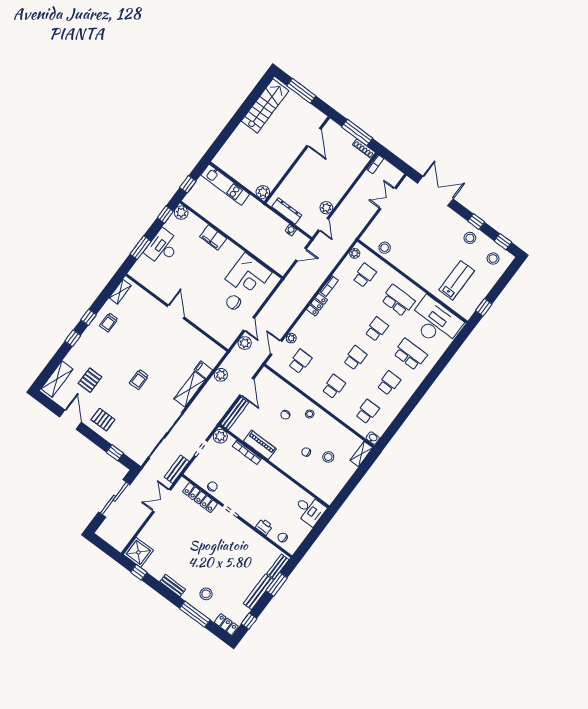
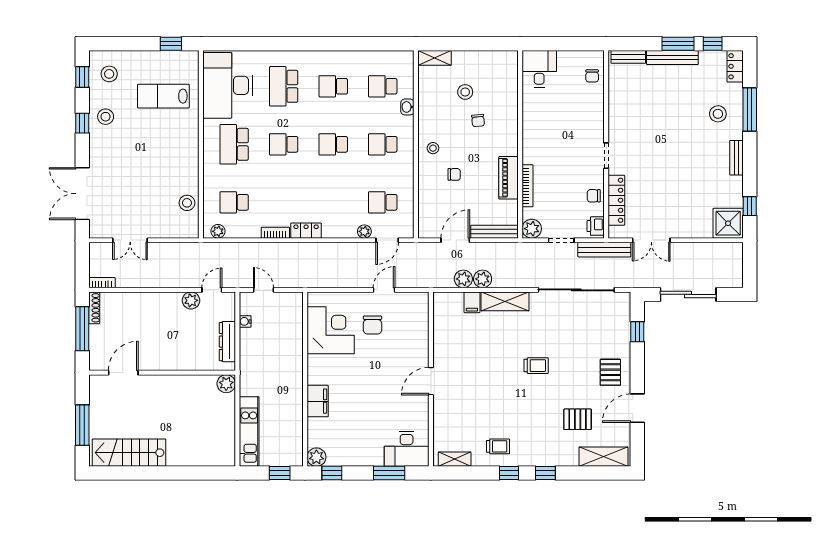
desk: (163, 247) -> (407, 449), moved
plant: (245, 343) -> (483, 279), moved
washbasin: (373, 438) -> (407, 107), moved
bench: (177, 469) -> (604, 250), width x1.36
printer: (264, 527) -> (596, 226), moved
window: (277, 584) -> (678, 44), moved

